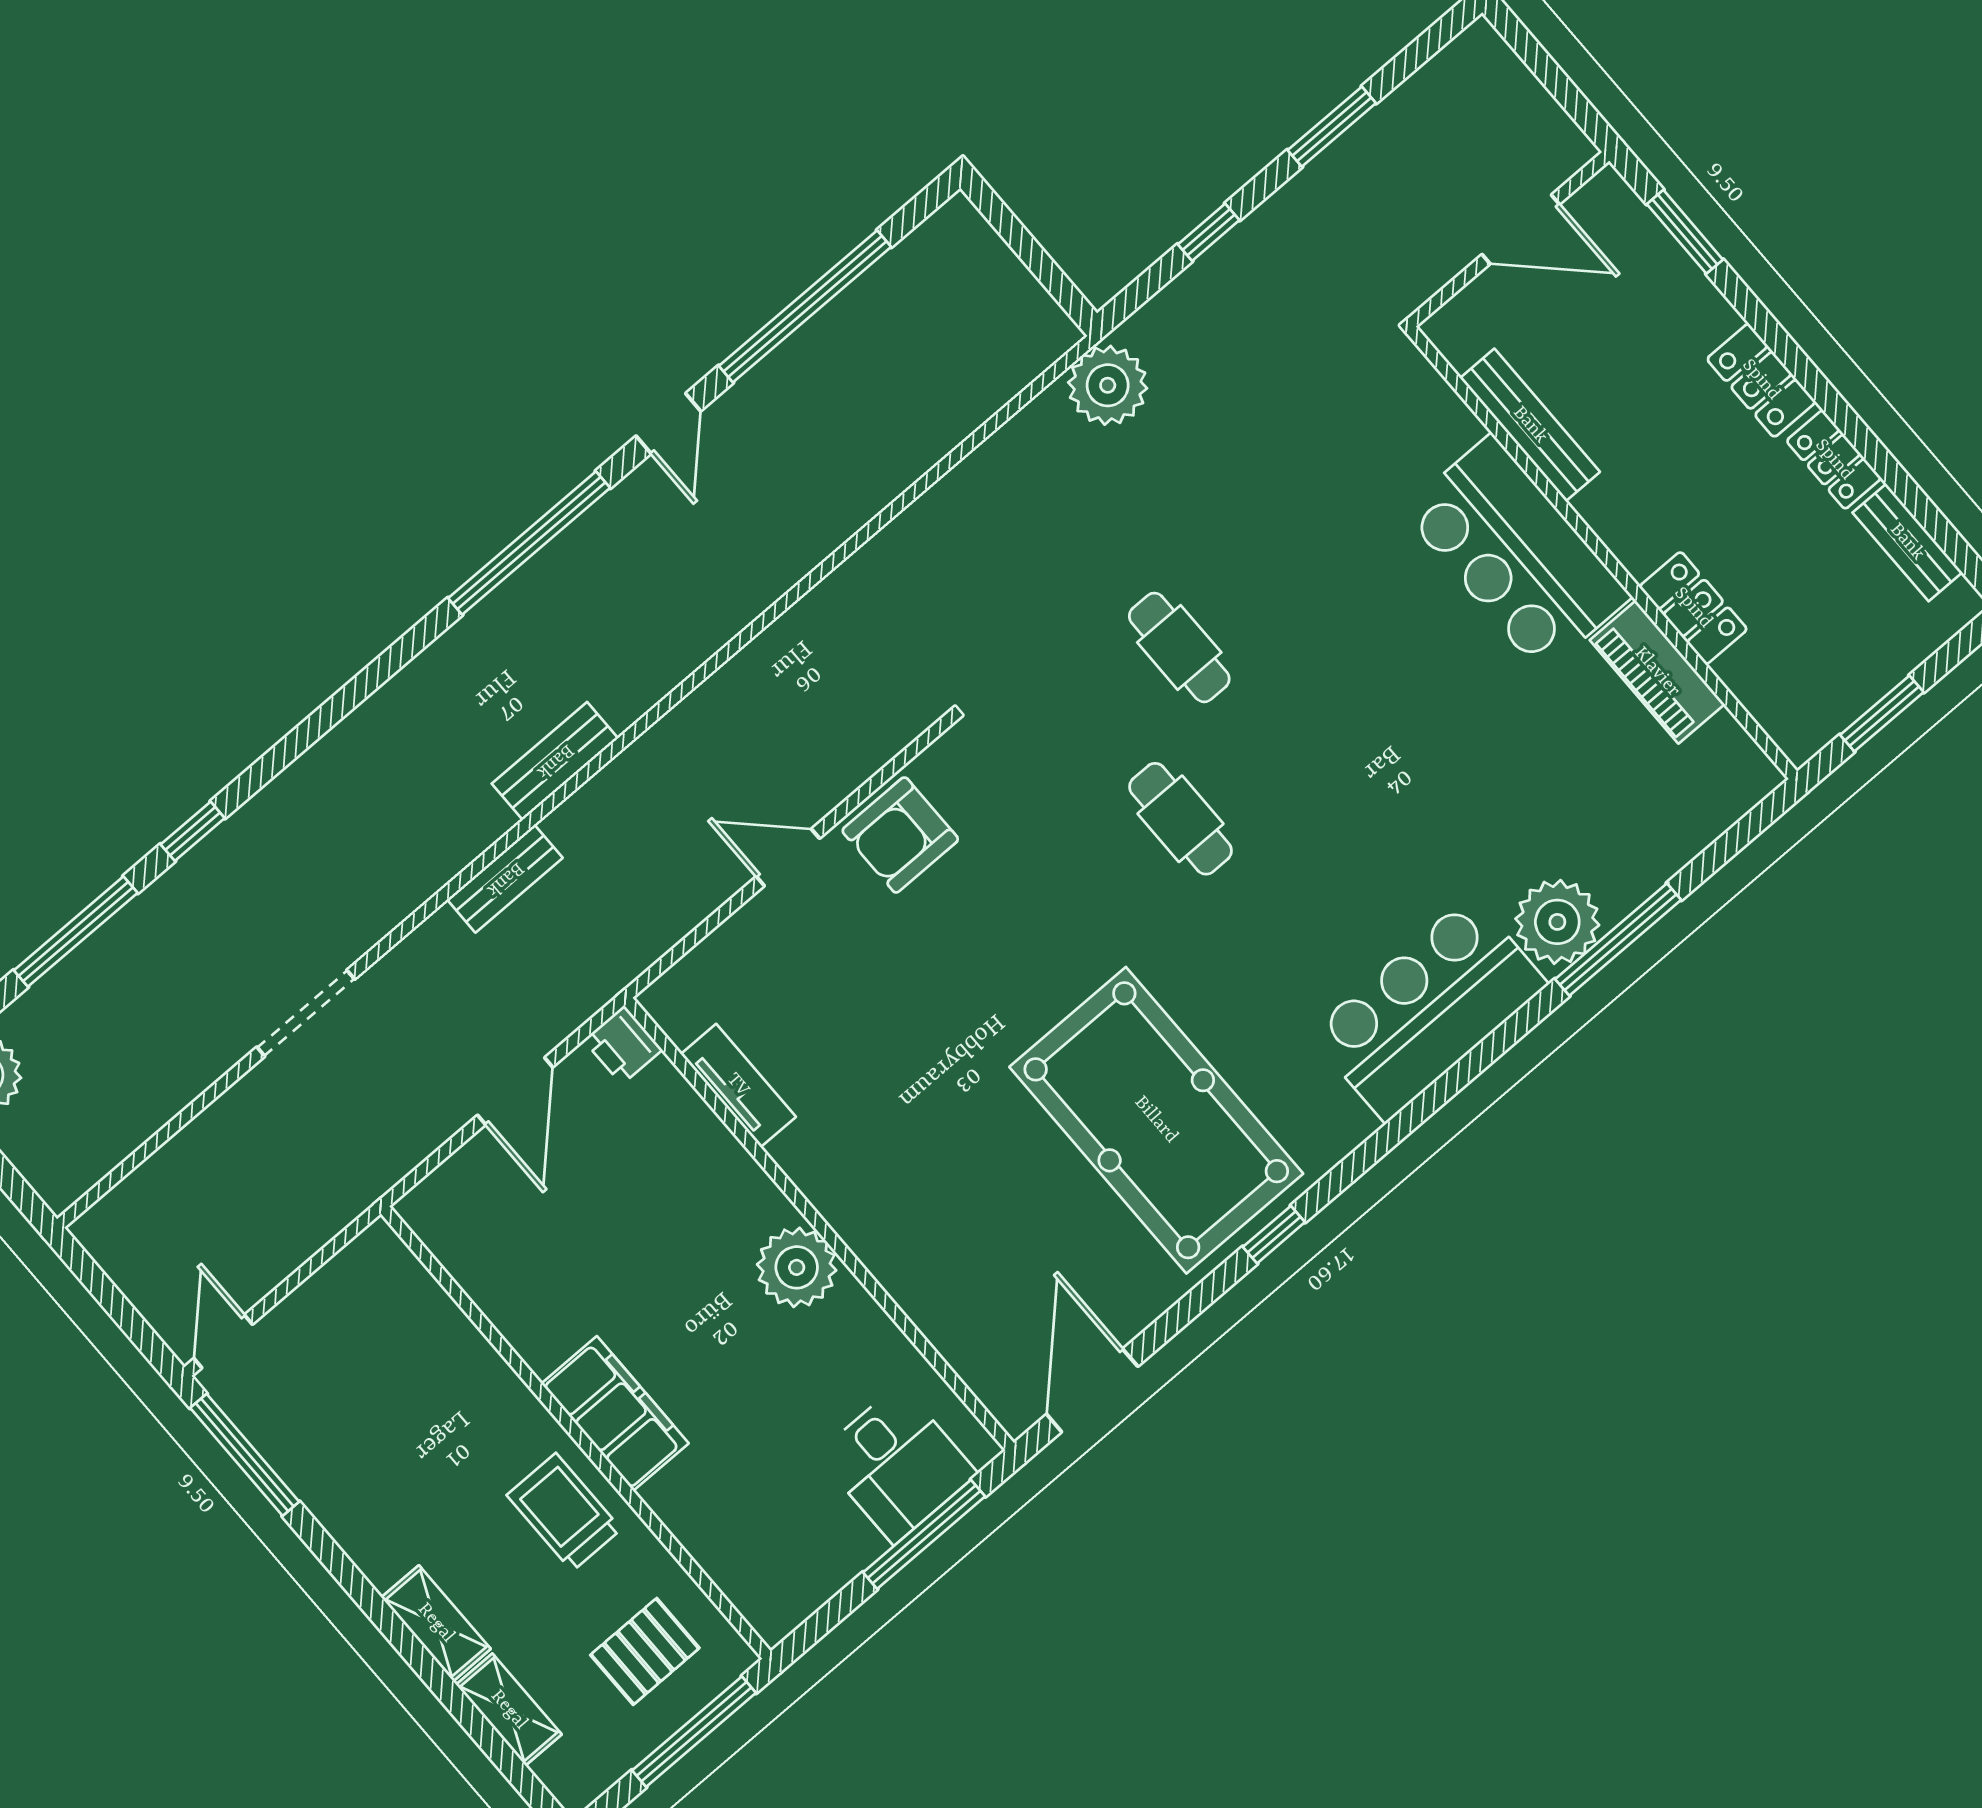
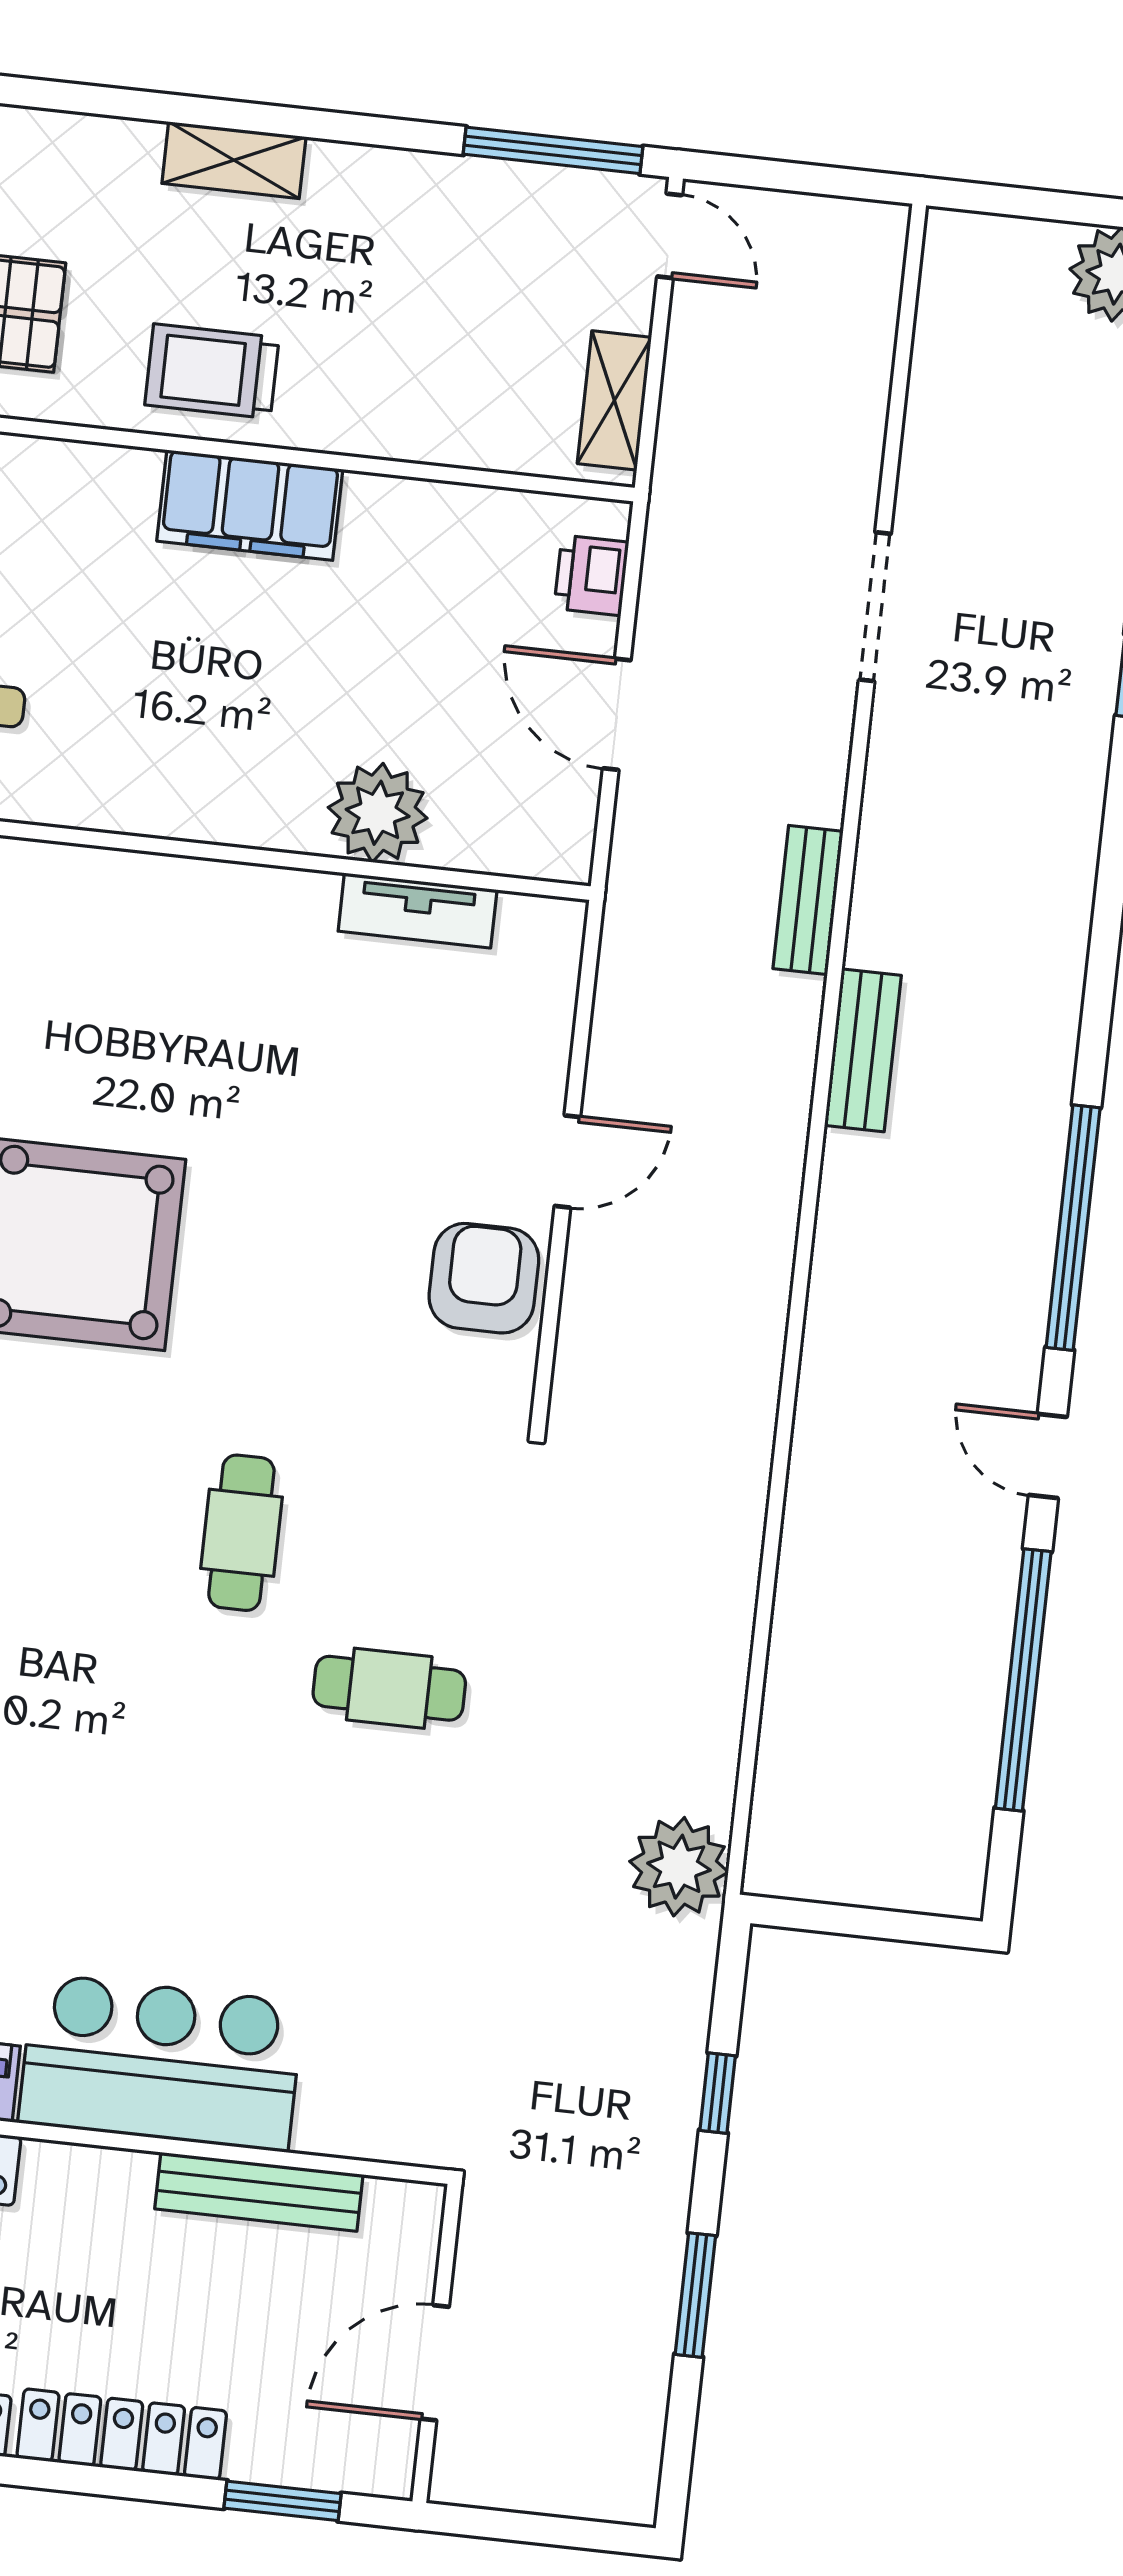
locker: (1761, 380) -> (122, 2434), width x1.53
cafe table: (1181, 819) -> (241, 1533), turned 90
printer: (623, 1045) -> (591, 575), moved, turned -90
plant: (797, 1267) -> (378, 813), moved
trolley: (564, 1512) -> (212, 371), turned 180
shelving: (509, 1710) -> (614, 400), moved, turned 90

